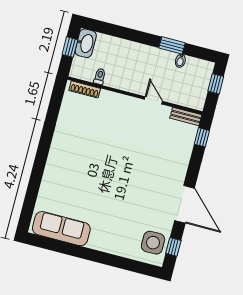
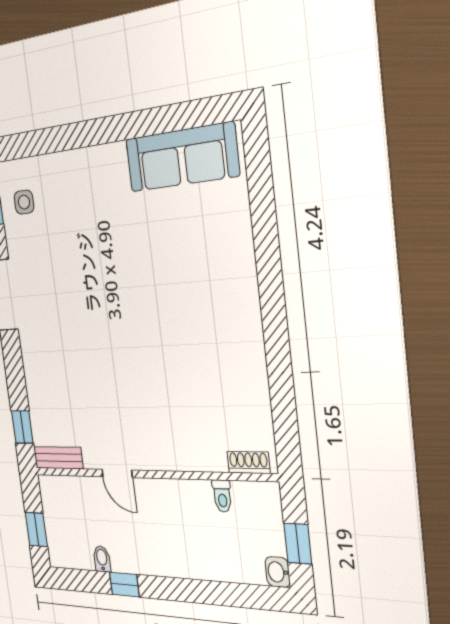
washbasin: (86, 43) -> (278, 572), width x0.52, depth x0.69
window: (172, 45) -> (124, 585), width x0.67
shoe rack: (85, 89) -> (249, 462), width x0.70
side table: (153, 243) -> (24, 202), width x0.54, depth x0.54

